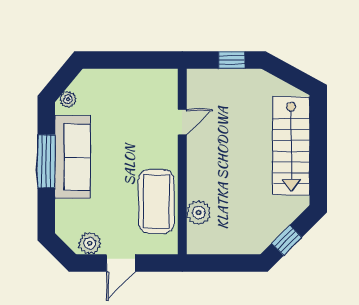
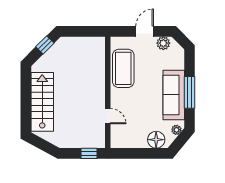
window: (232, 60) -> (89, 153), moved
floor lamp: (102, 83) -> (156, 140), added
door: (182, 122) -> (108, 116), swing flipped
plant: (199, 213) -> (98, 62), removed

